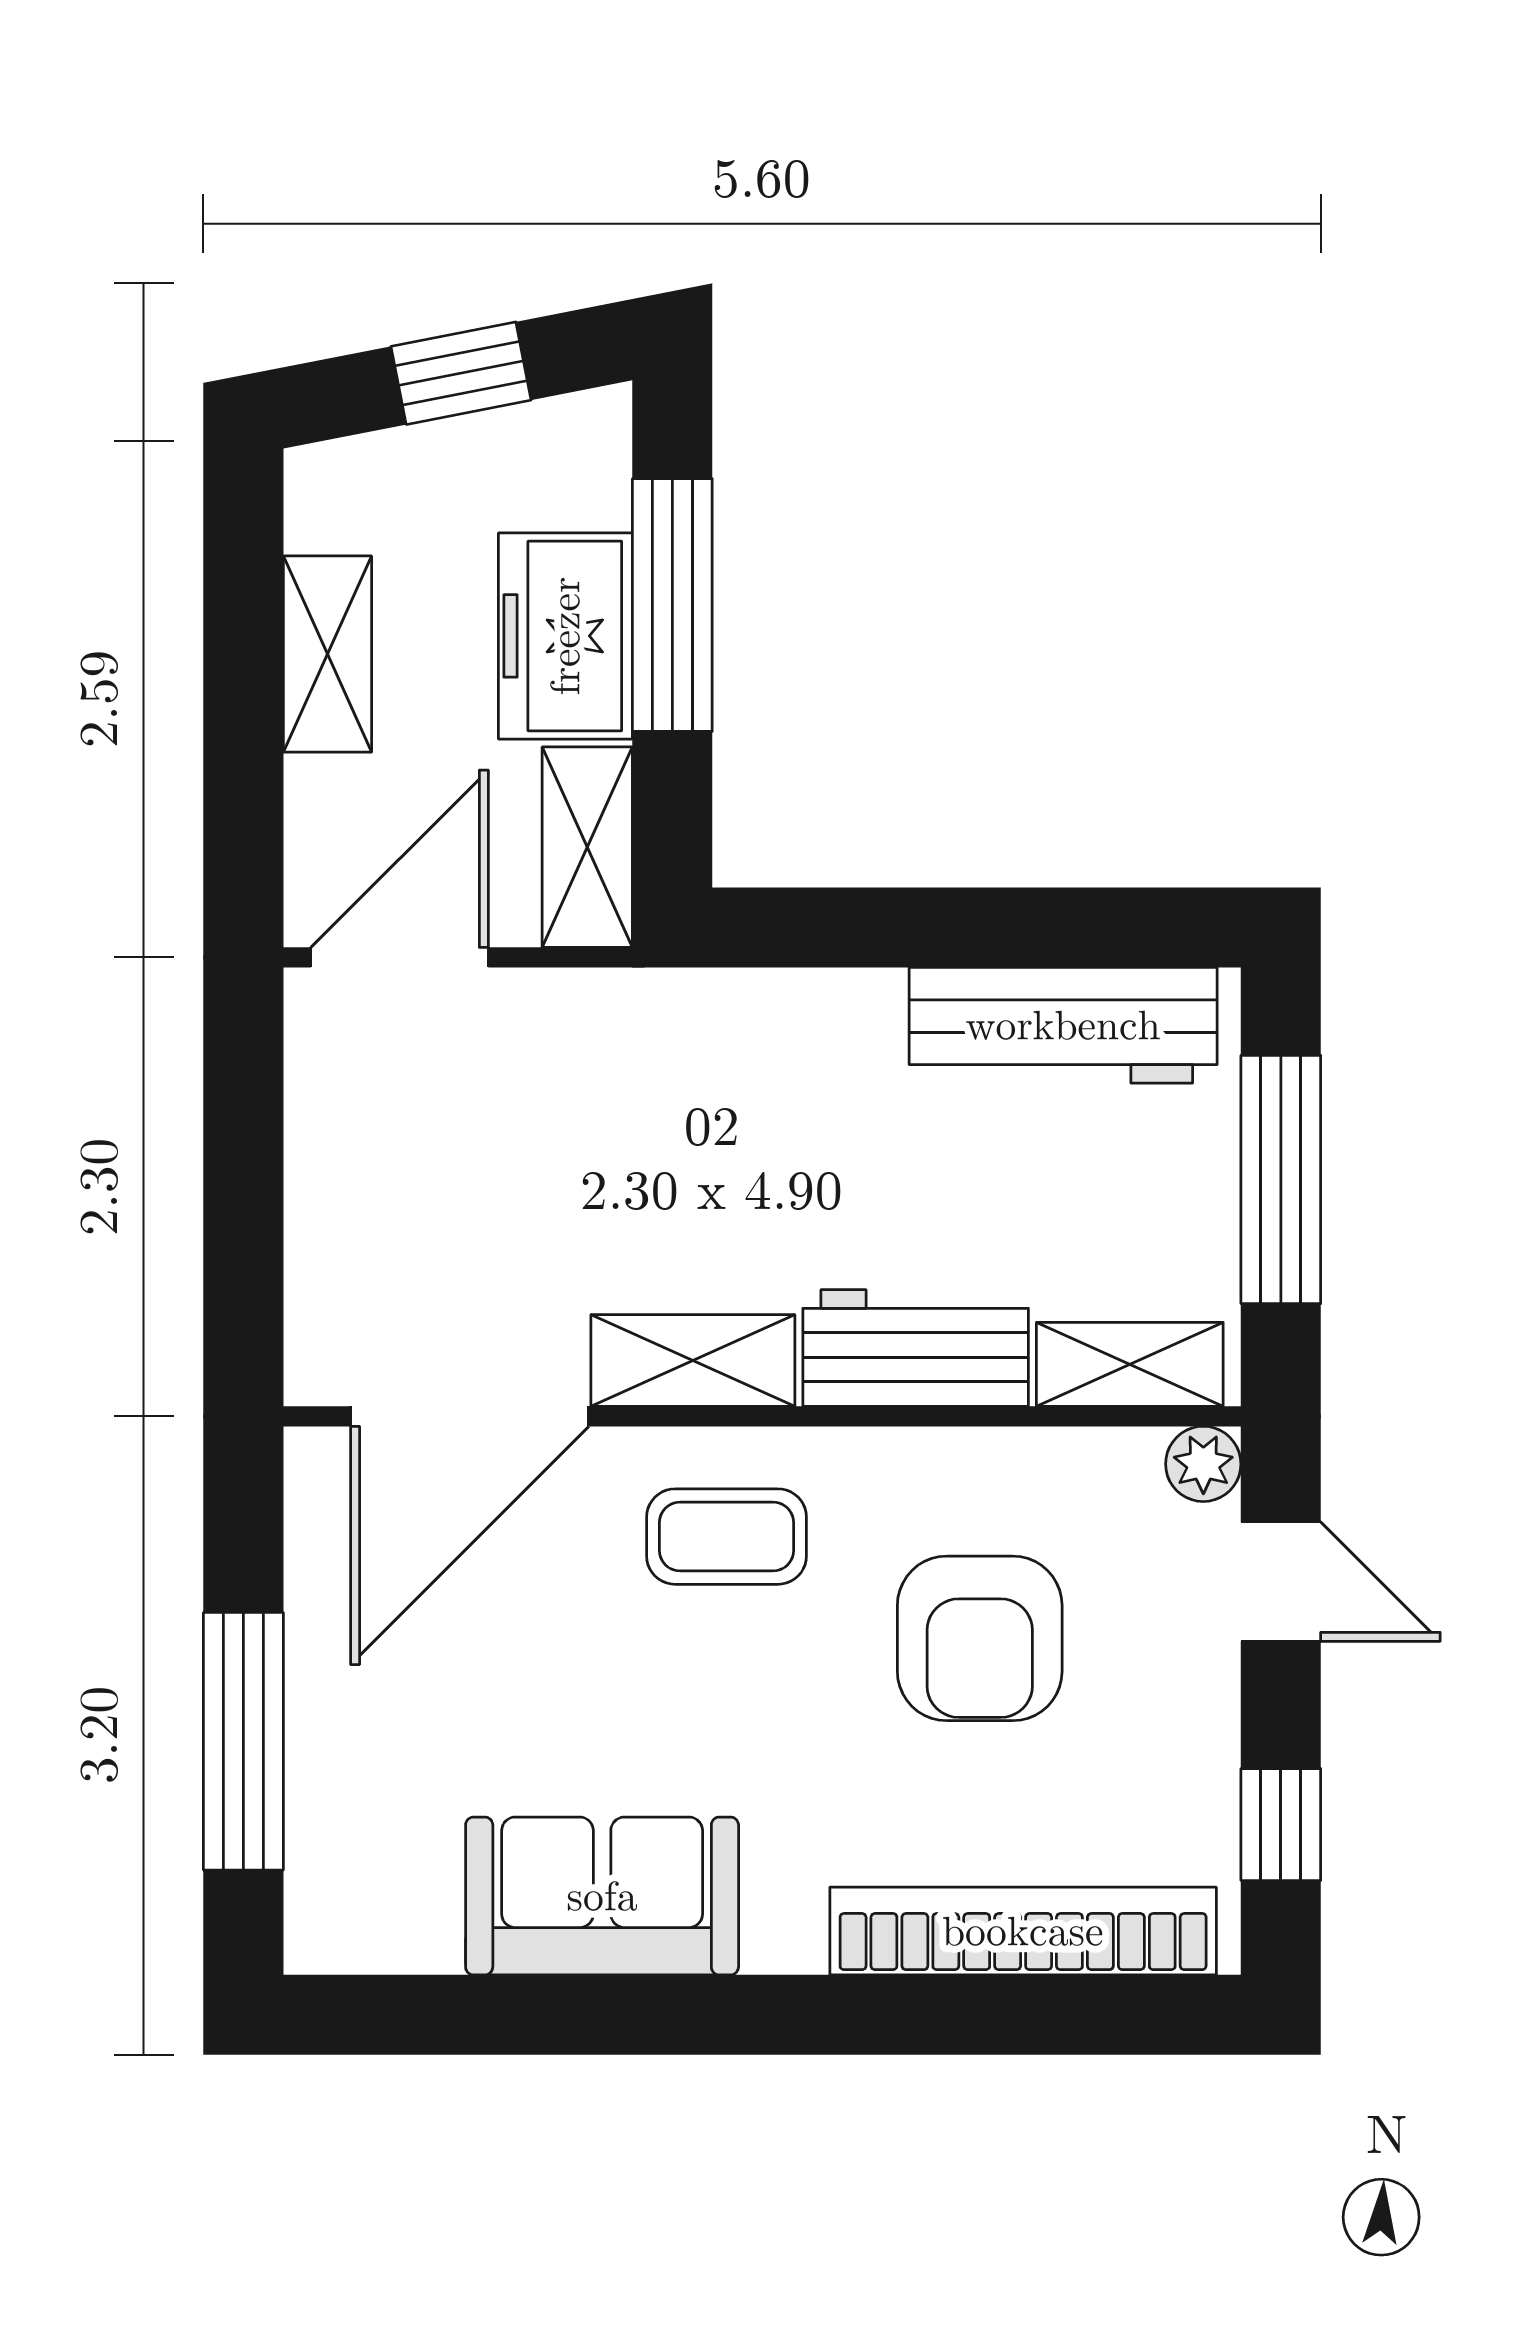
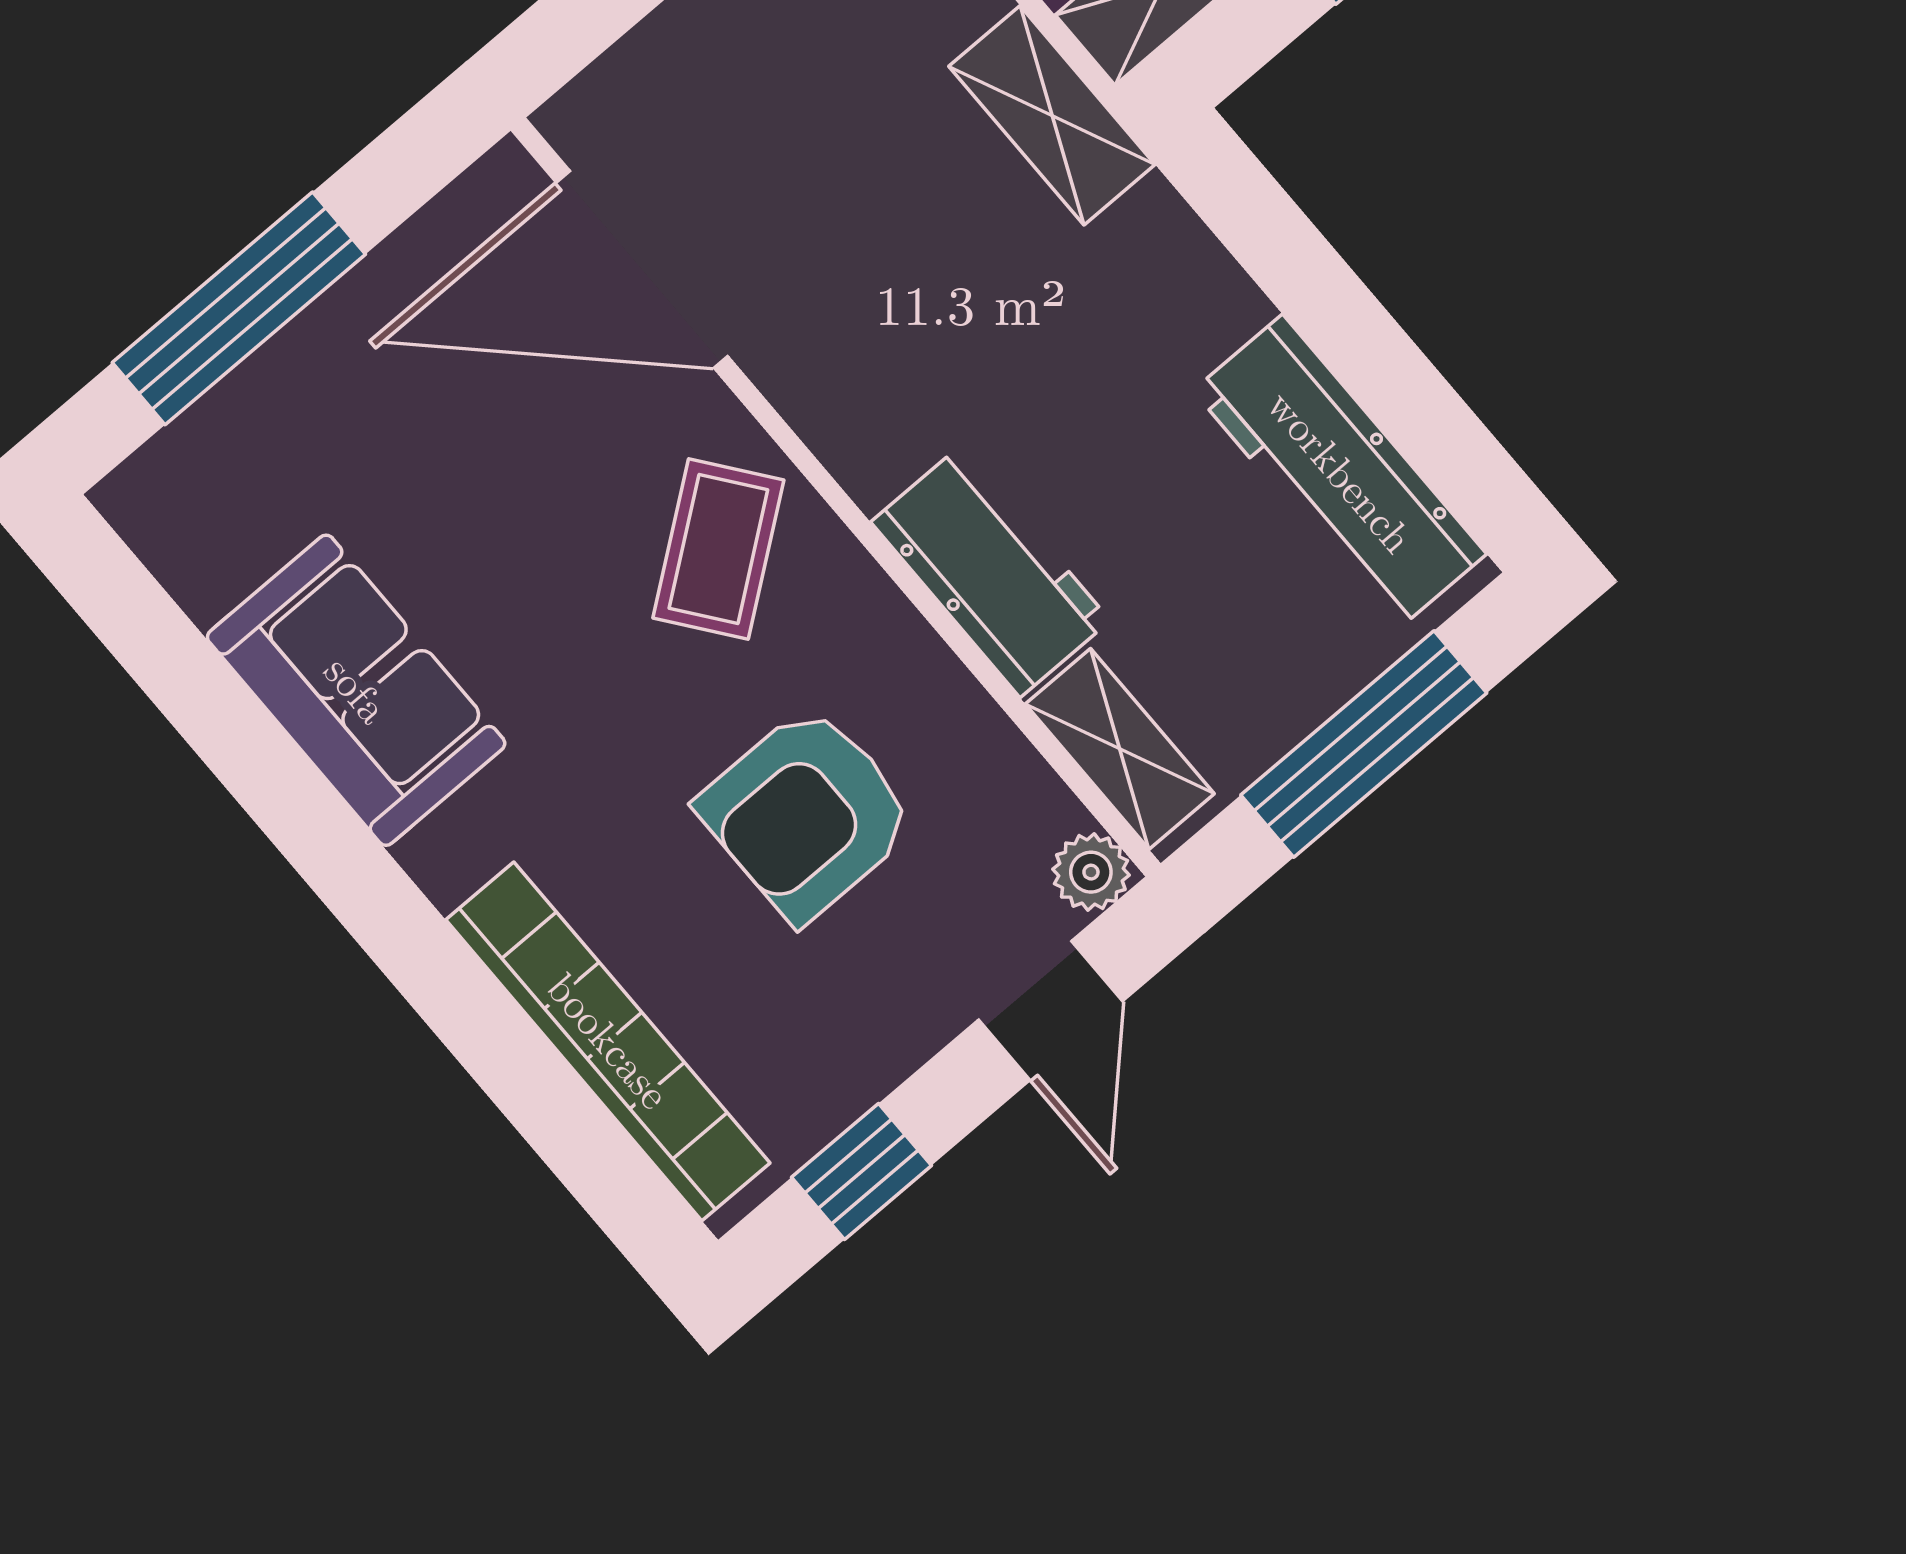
shelving: (693, 1360) -> (1052, 115), moved
coffee table: (727, 1537) -> (718, 549), turned 53

